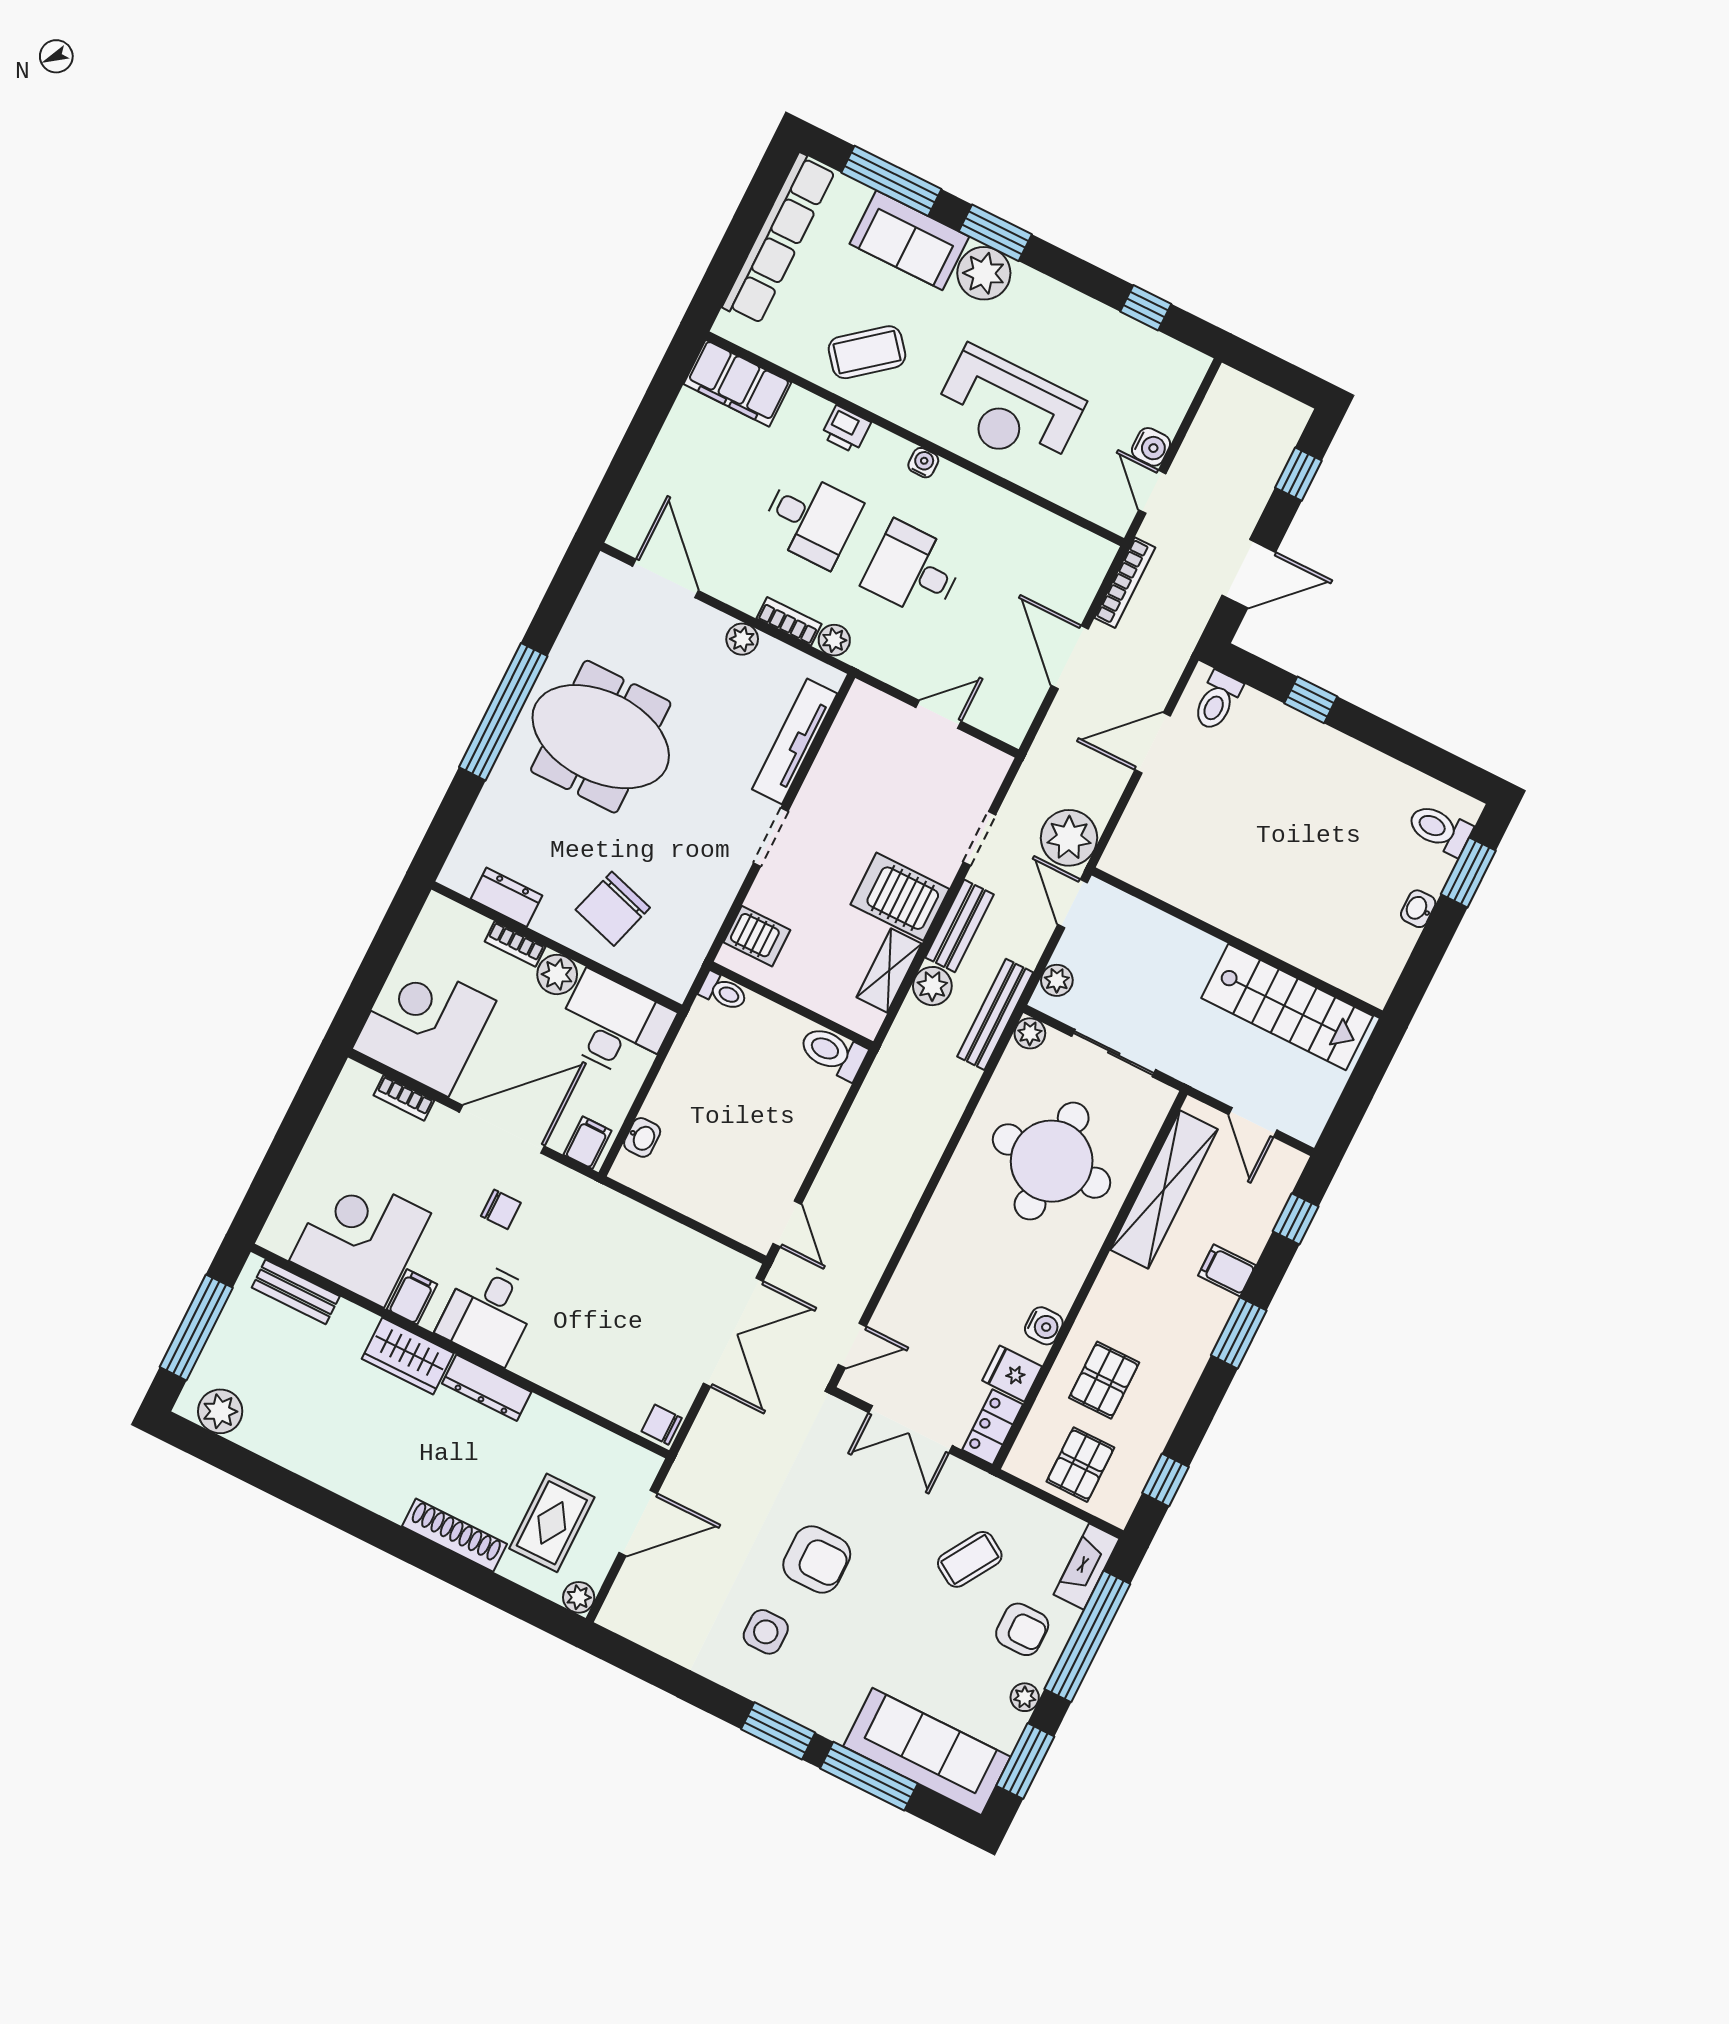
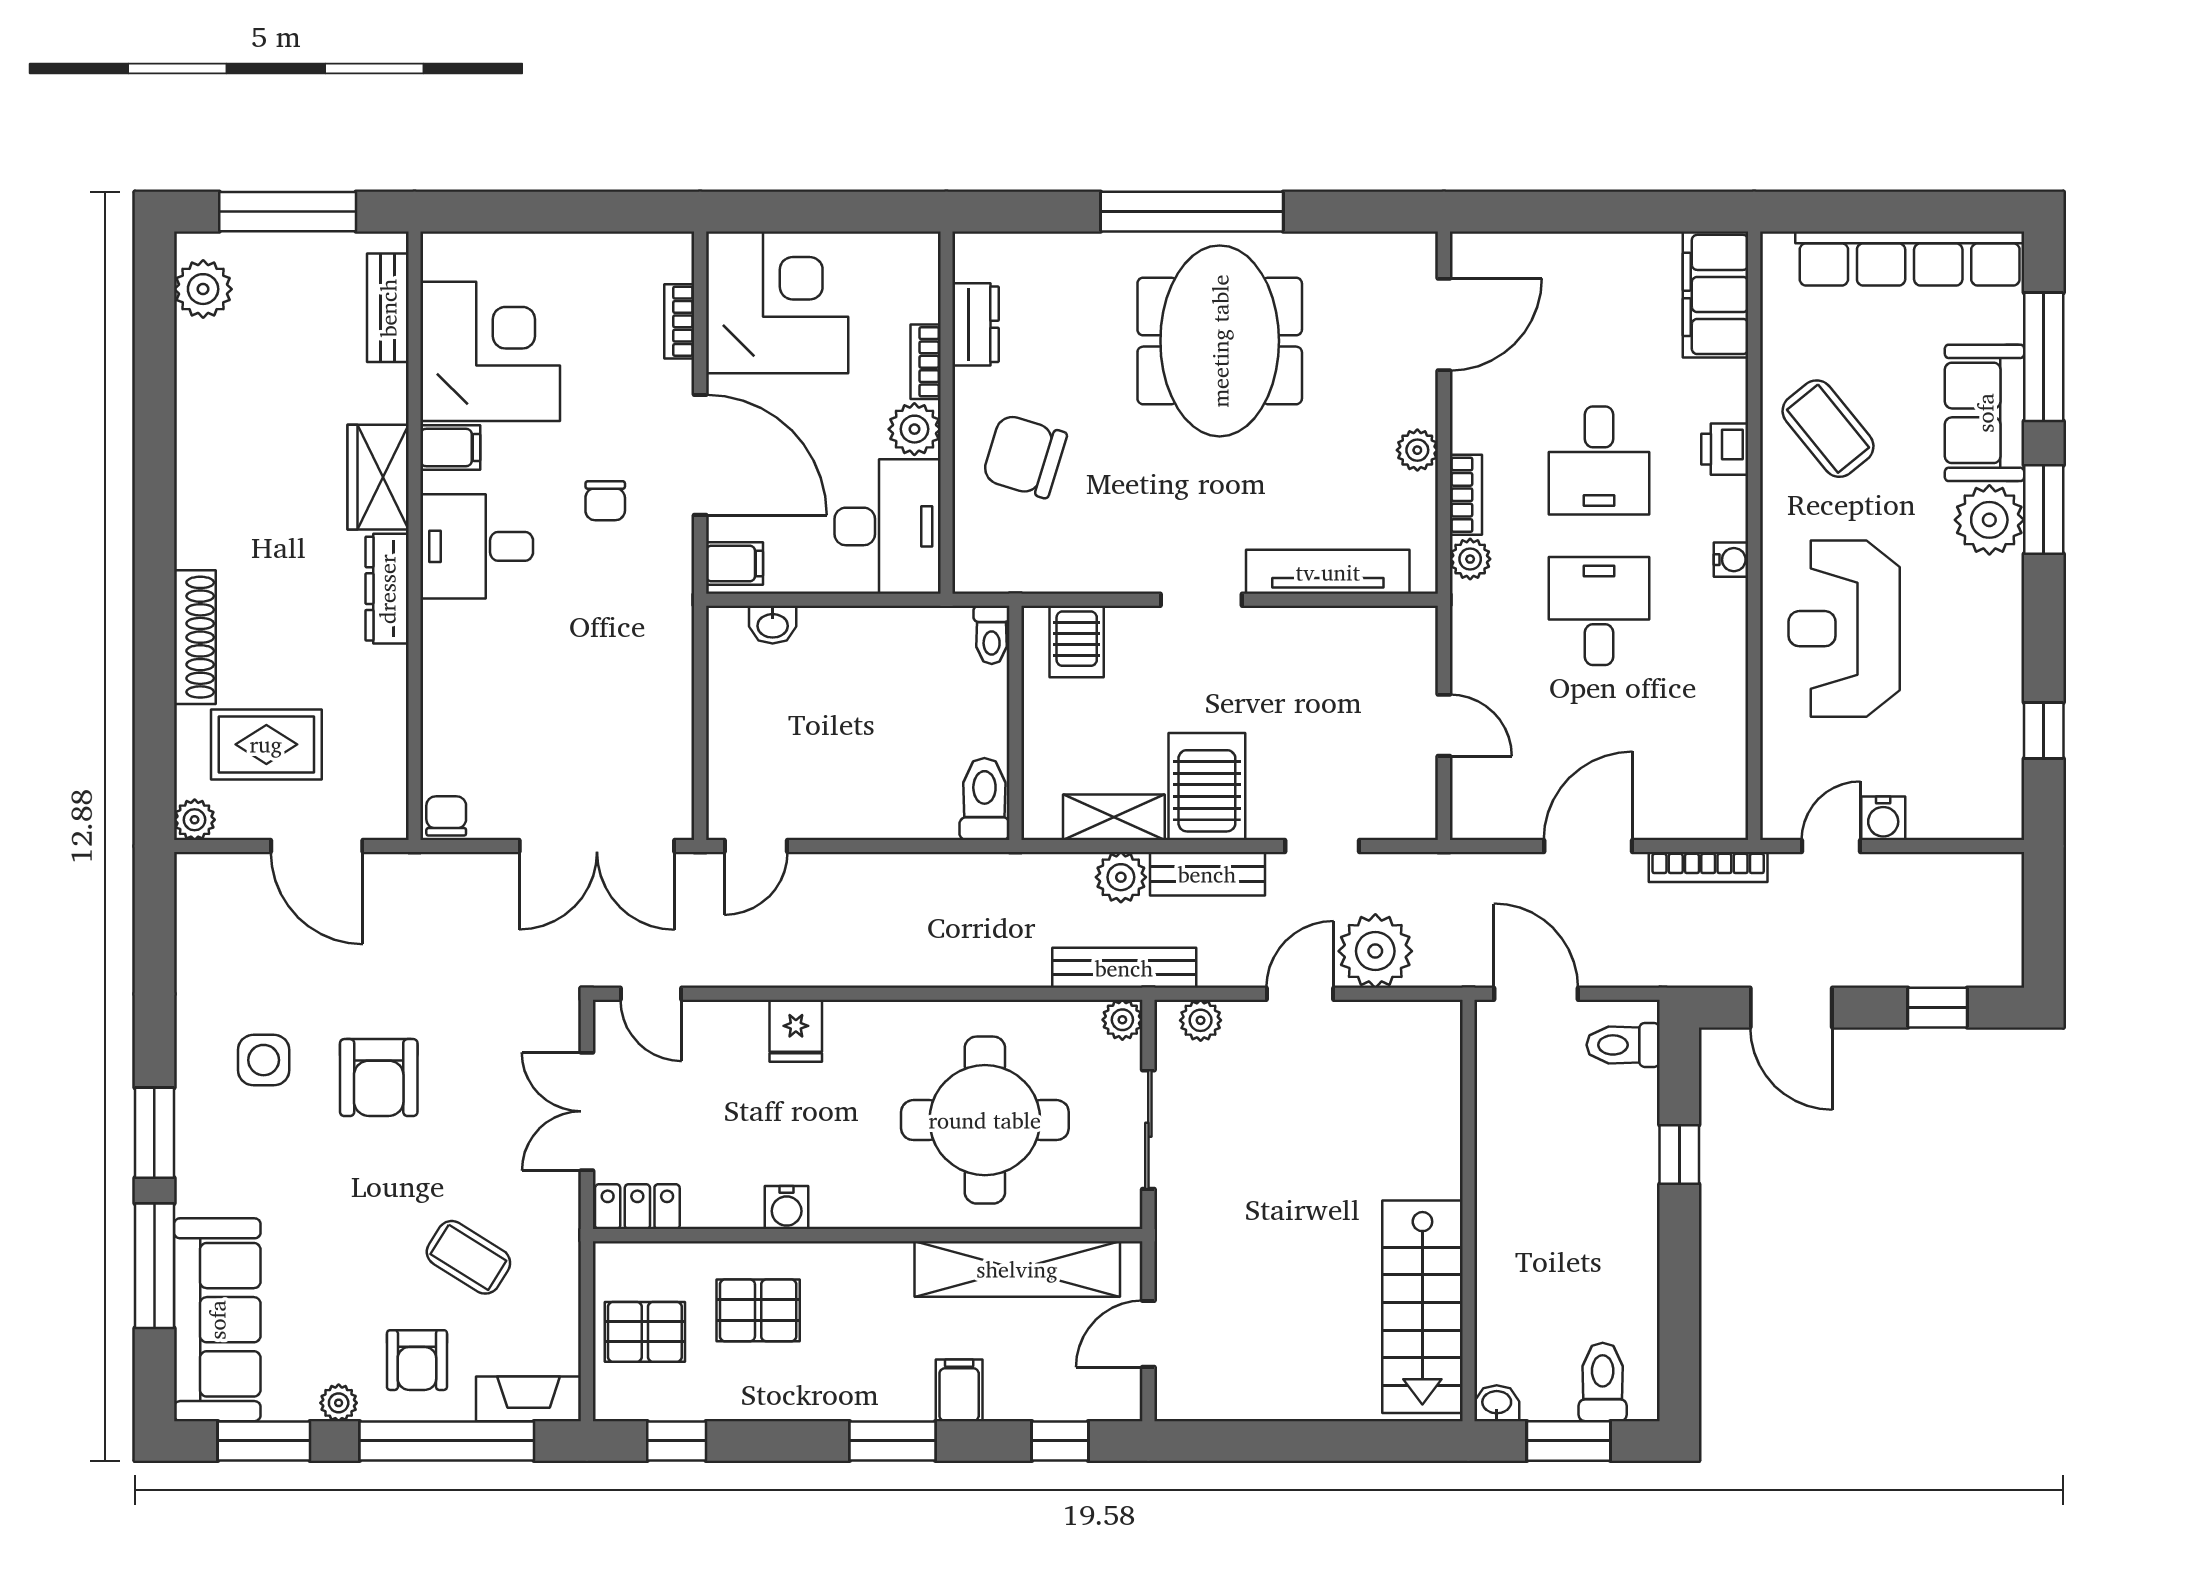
wall: (1237, 943) -> (1468, 1210), moved
stairs: (1287, 1007) -> (1422, 1307), moved
fridge: (1012, 1374) -> (796, 1031), moved, turned 180

